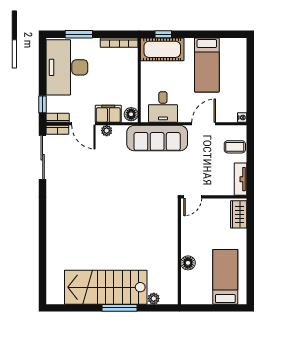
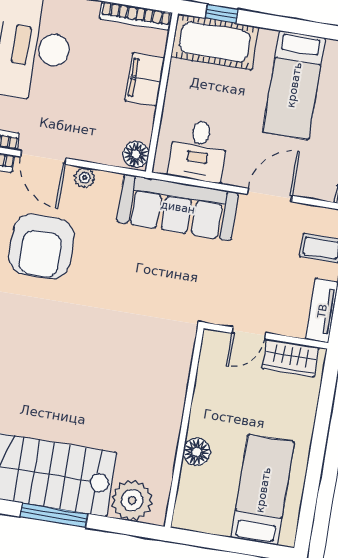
filing cabinet: (108, 114) -> (145, 79), moved, turned -90
armchair: (90, 170) -> (41, 247), added
door: (193, 197) -> (249, 333), moved
wardrobe: (239, 214) -> (291, 358), moved, turned -90
plant: (154, 299) -> (132, 500), width x1.87, depth x1.87

